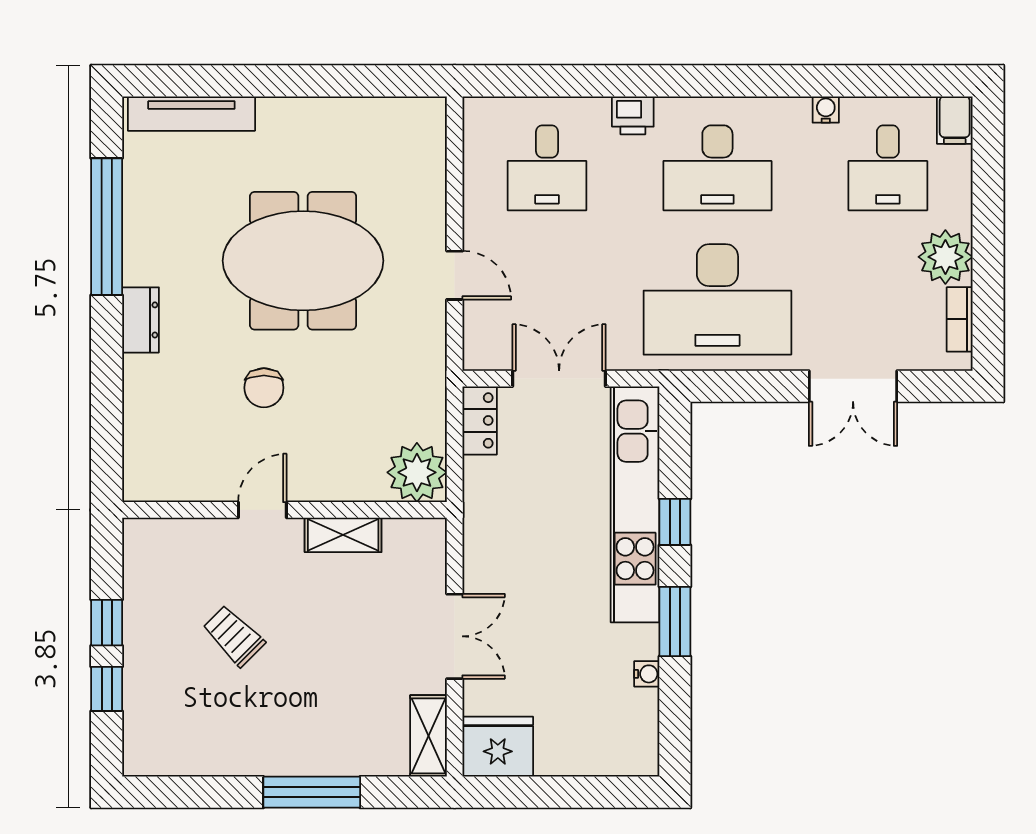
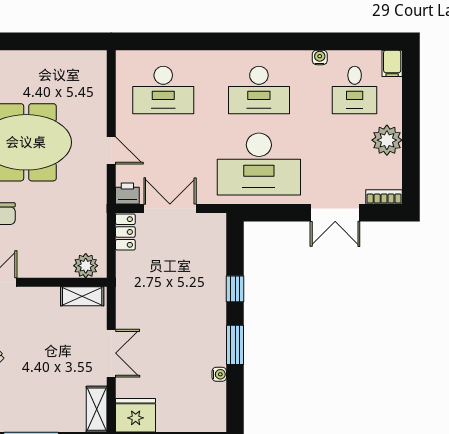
printer: (633, 115) -> (127, 193), moved, turned 180
desk: (547, 168) -> (163, 90), width x1.37
bookcase: (960, 319) -> (384, 197), moved, turned 90
plant: (417, 472) -> (86, 266), width x0.73, depth x0.73
kitchen unit: (635, 504) -> (213, 279), removed
shelving: (343, 535) -> (82, 296), moved

